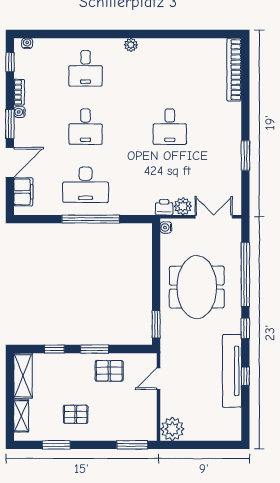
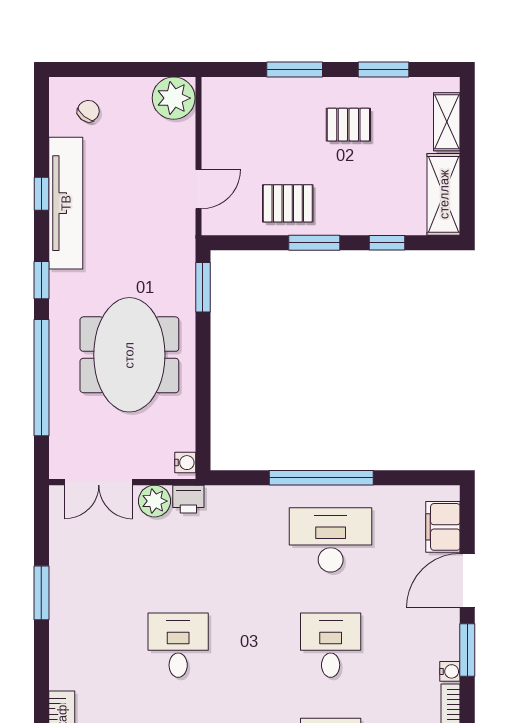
chair: (219, 422) -> (88, 111), added
window: (132, 445) -> (295, 69), moved

